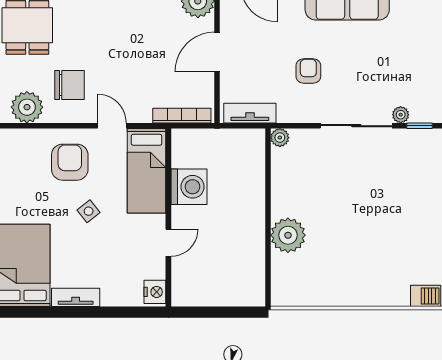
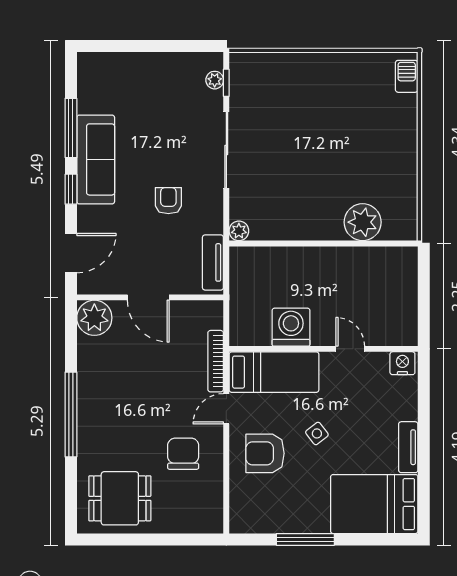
armchair: (308, 71) -> (168, 201), turned 90
plant: (27, 107) -> (207, 499), removed
plant: (401, 115) -> (215, 80), moved
bookcase: (182, 116) -> (216, 361), moved
plant: (288, 235) -> (363, 222), moved

